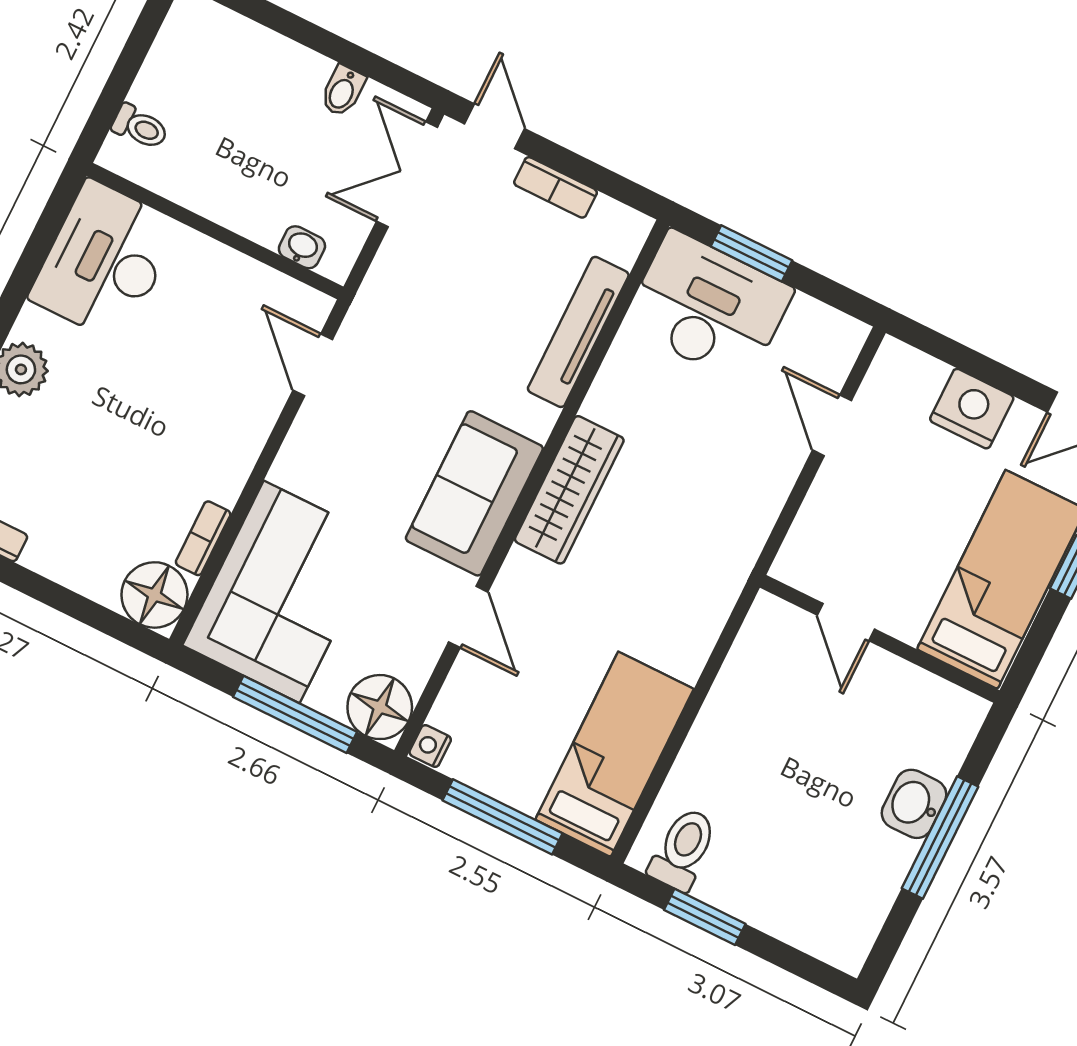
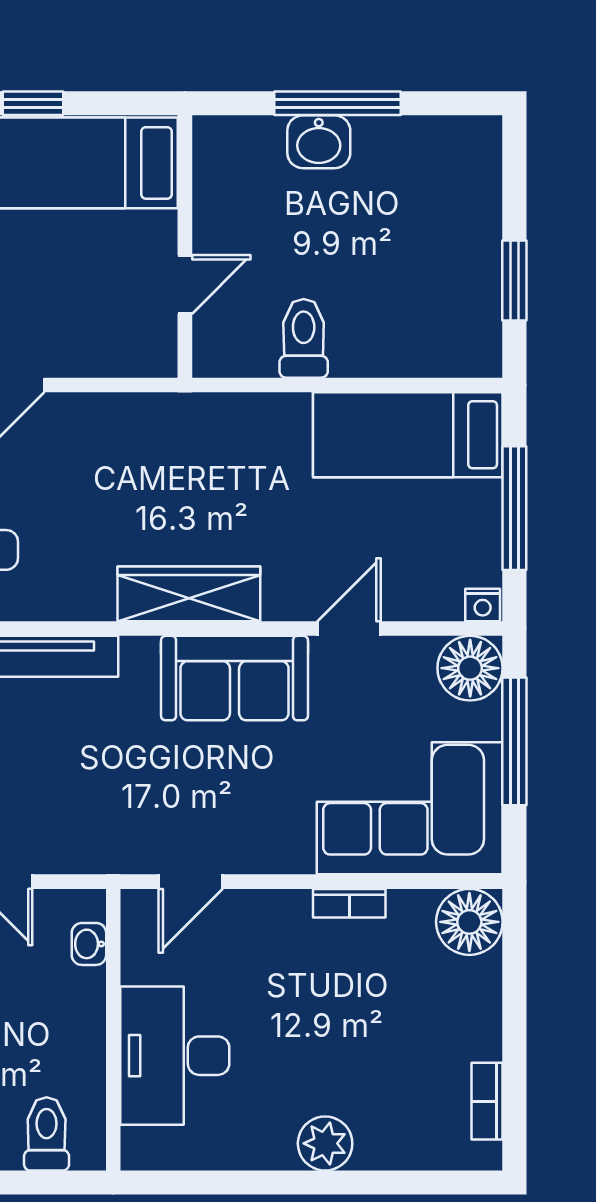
toilet: (140, 127) -> (47, 1134), width x1.37, depth x1.39
desk: (105, 261) -> (175, 1056), moved, turned 90
bookcase: (203, 538) -> (349, 903), moved
toilet: (683, 849) -> (304, 338), moved, turned 90

